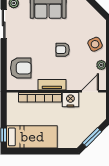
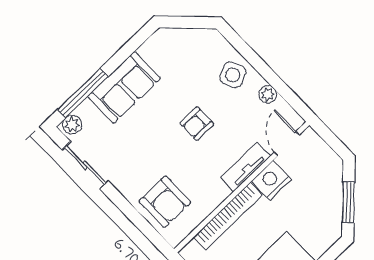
armchair: (21, 68) -> (165, 202), turned 90
tv unit: (52, 85) -> (245, 167), moved

